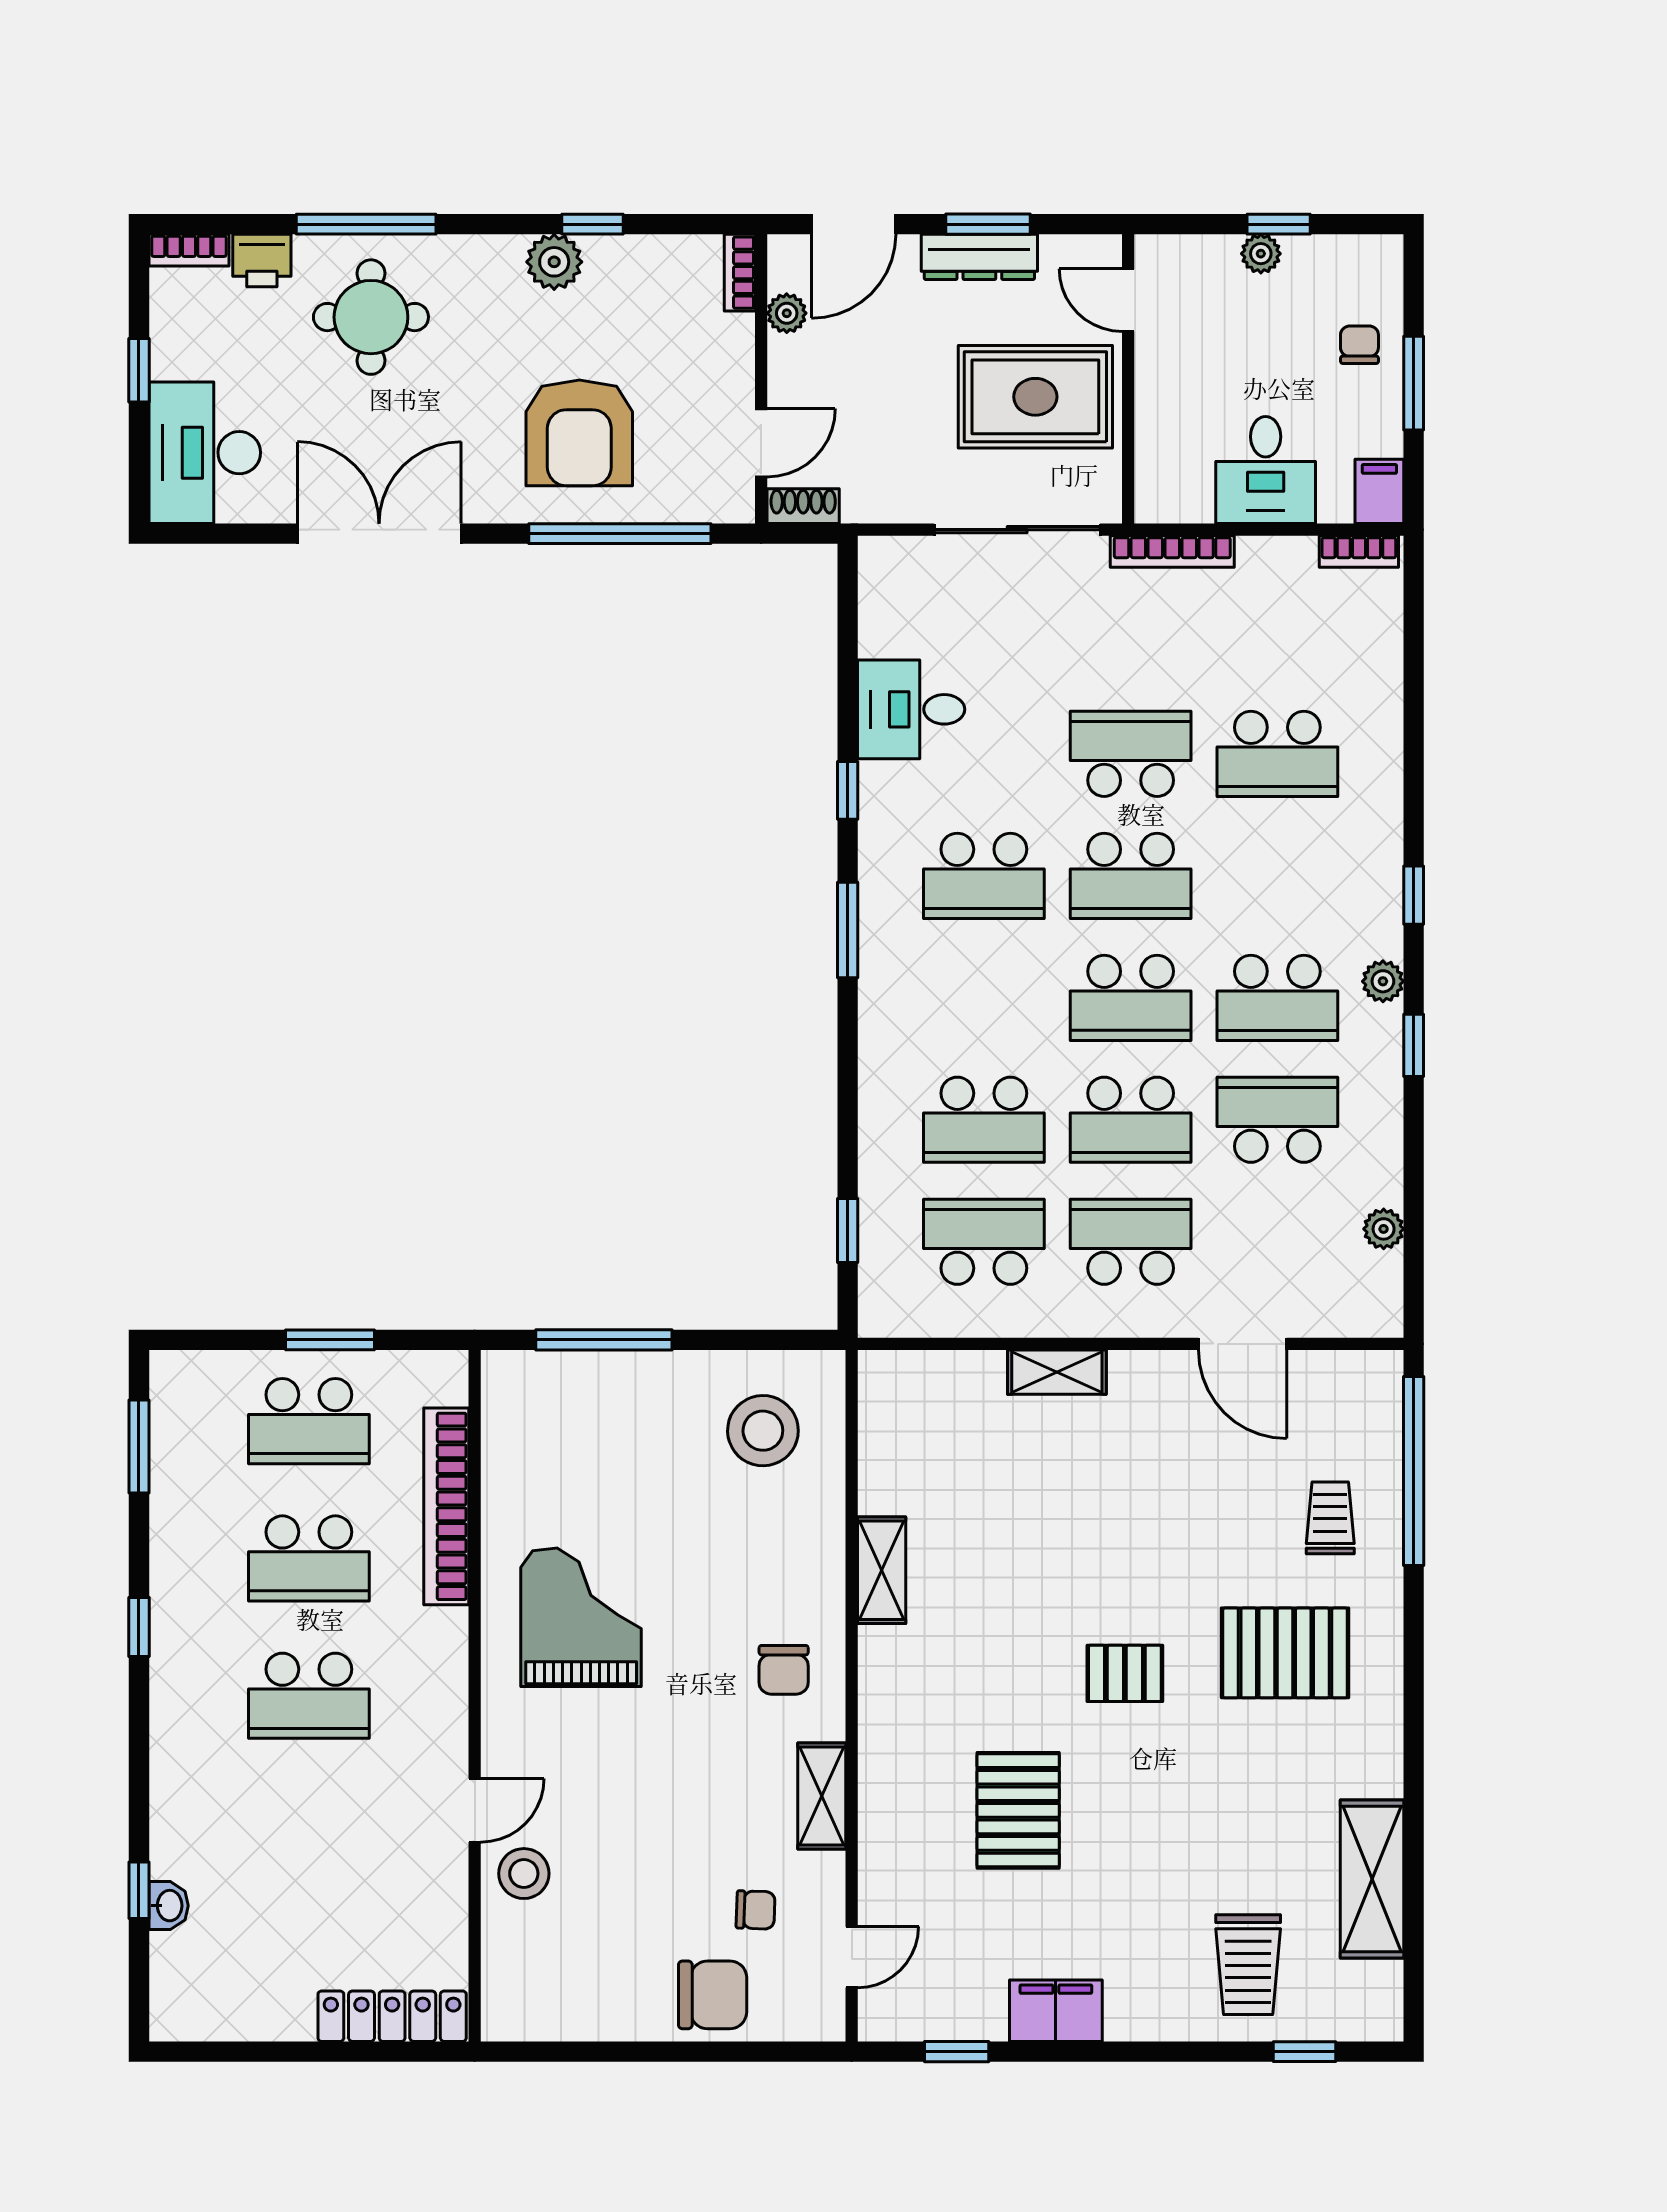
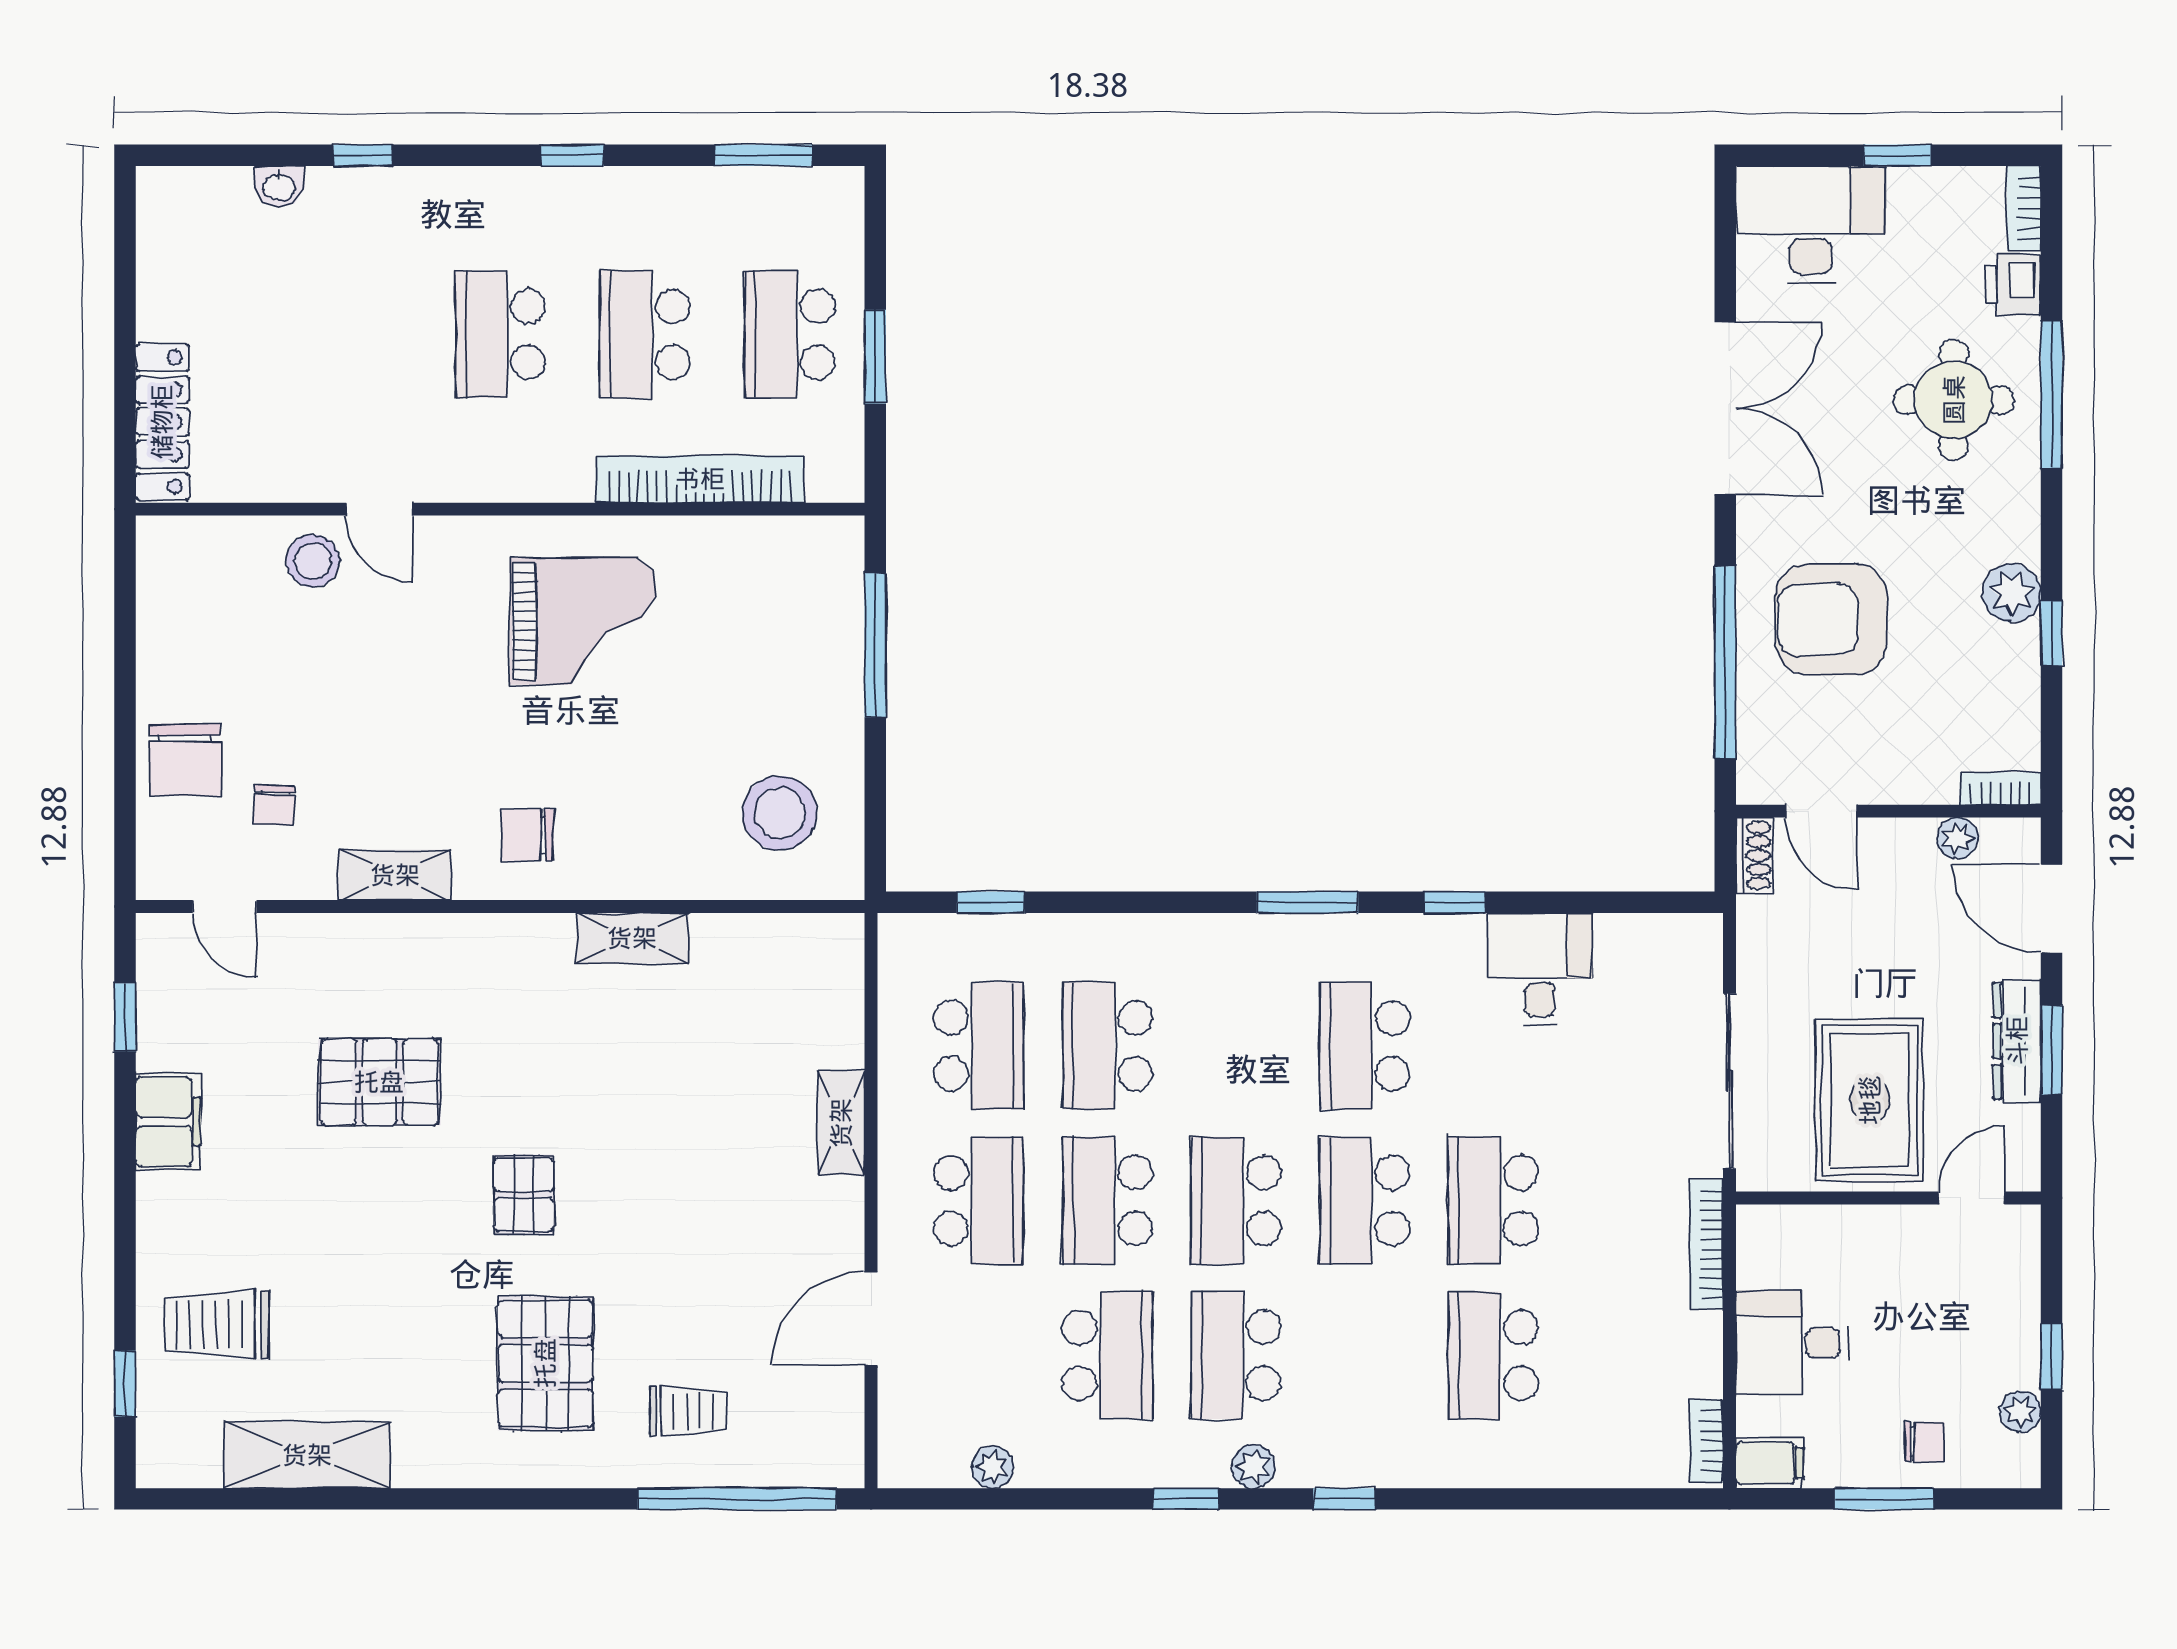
plant: (1261, 254) -> (2020, 1412), moved
school desk: (1131, 754) -> (1493, 1201), turned 180
window: (139, 1890) -> (363, 155), moved

